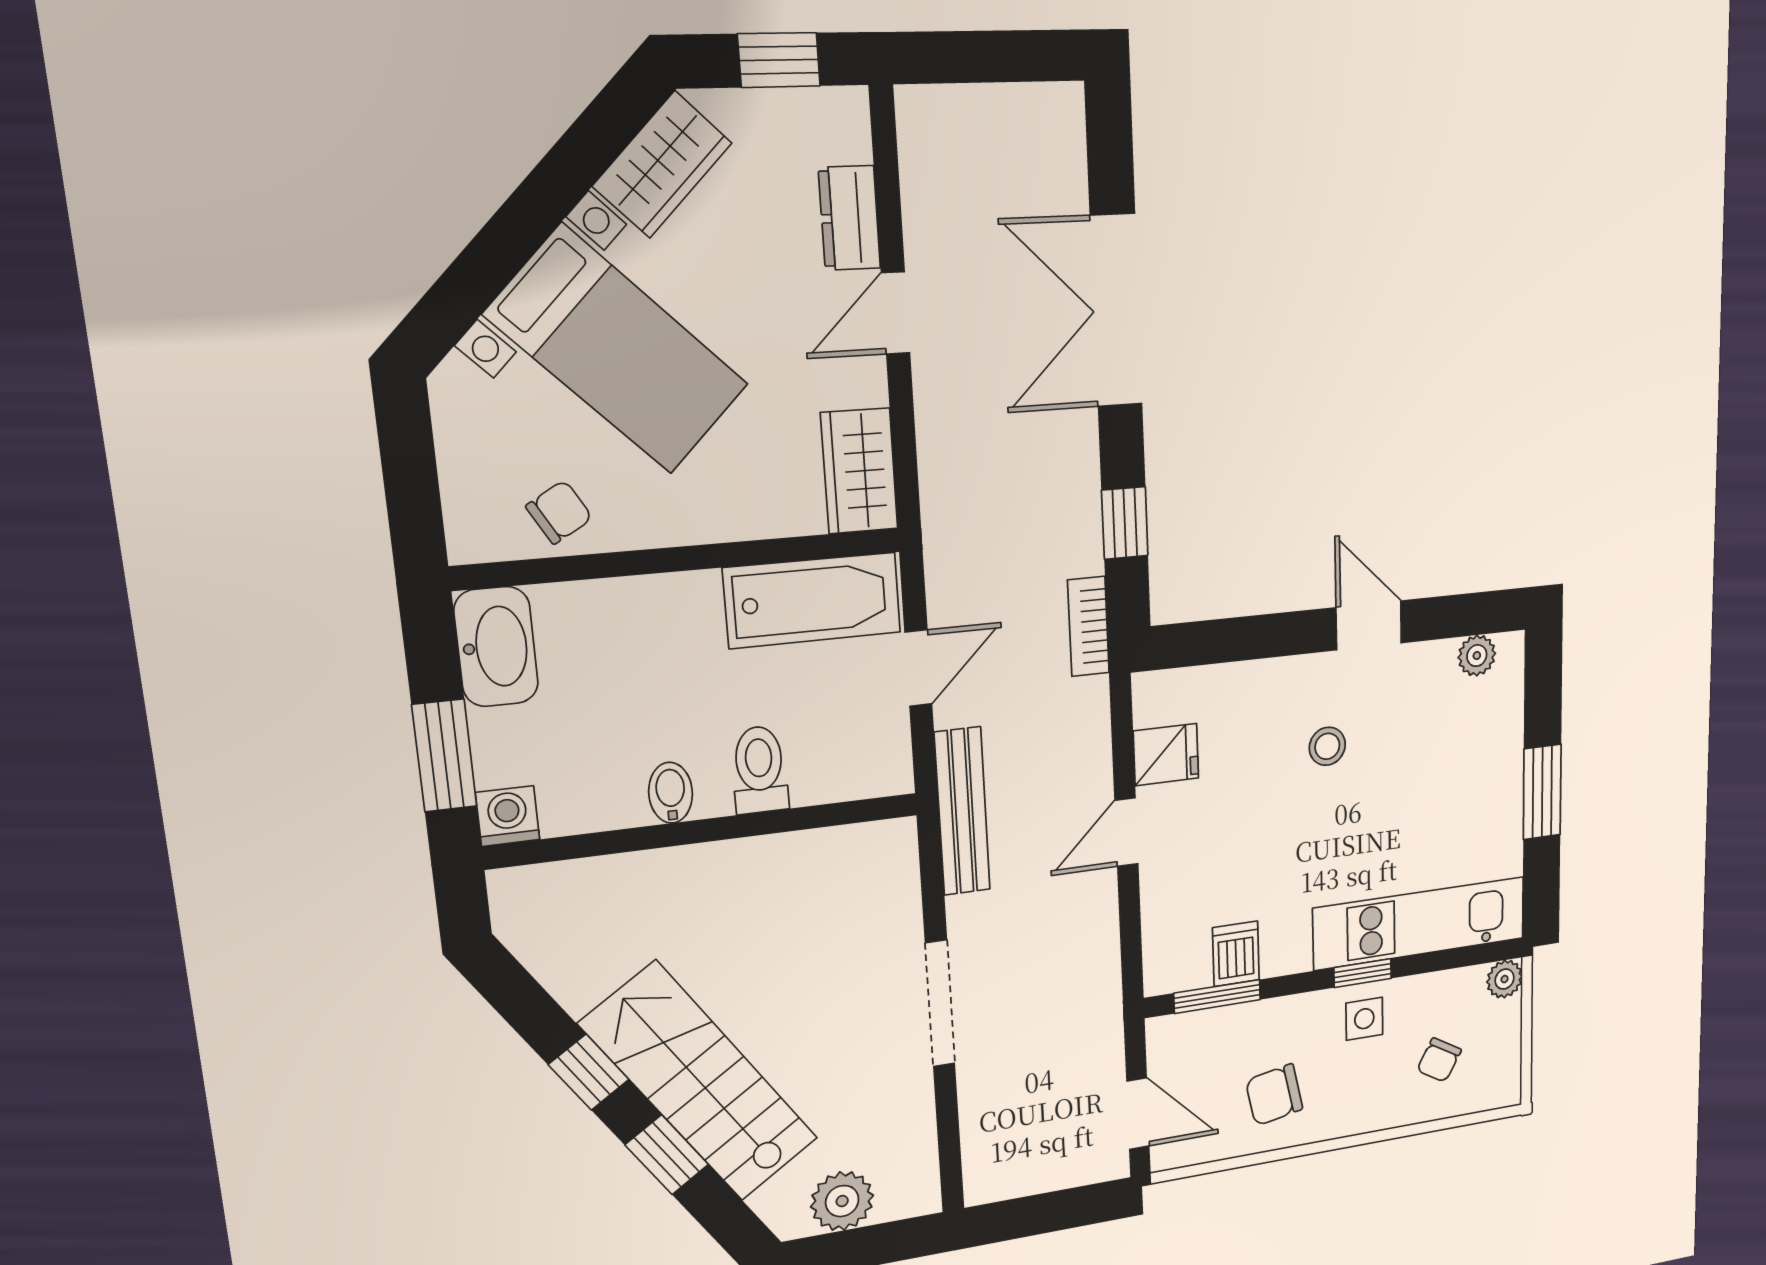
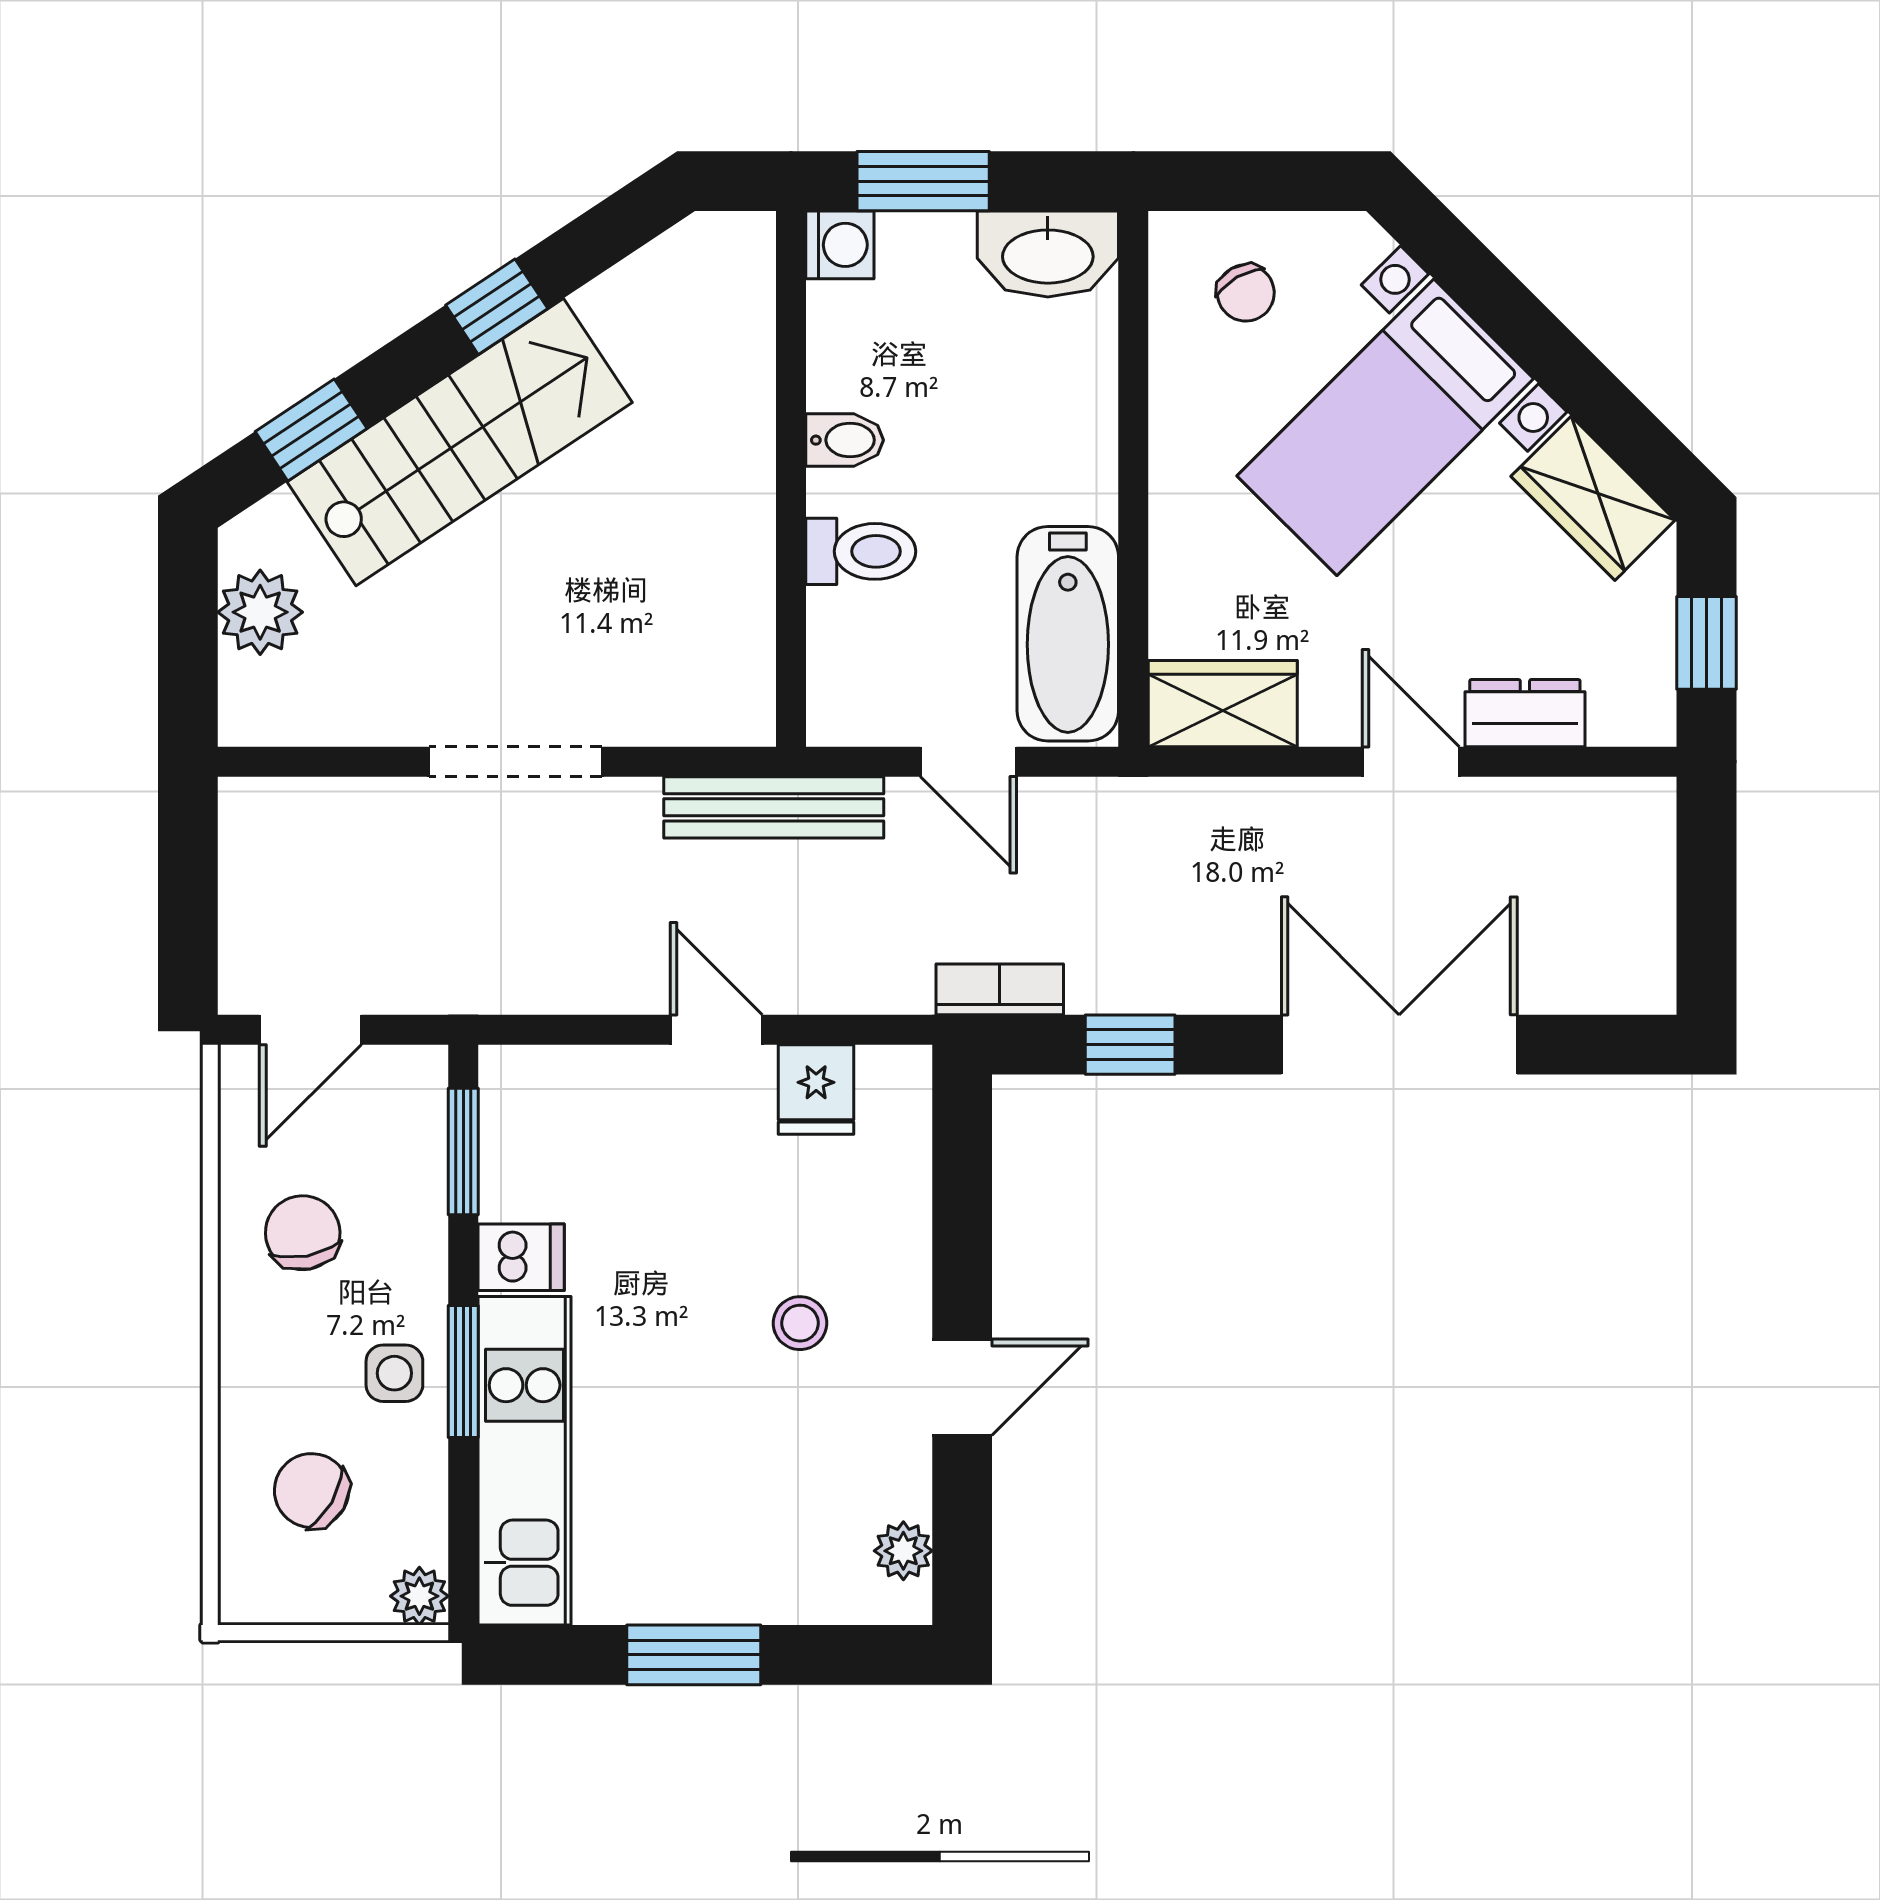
chair: (559, 512) -> (1246, 293), moved
dishwasher: (1236, 954) -> (521, 1257), moved
window: (1363, 973) -> (463, 1372), width x1.50
chair: (1439, 1060) -> (312, 1491), width x1.37, depth x1.37
window: (667, 1155) -> (311, 430), moved

